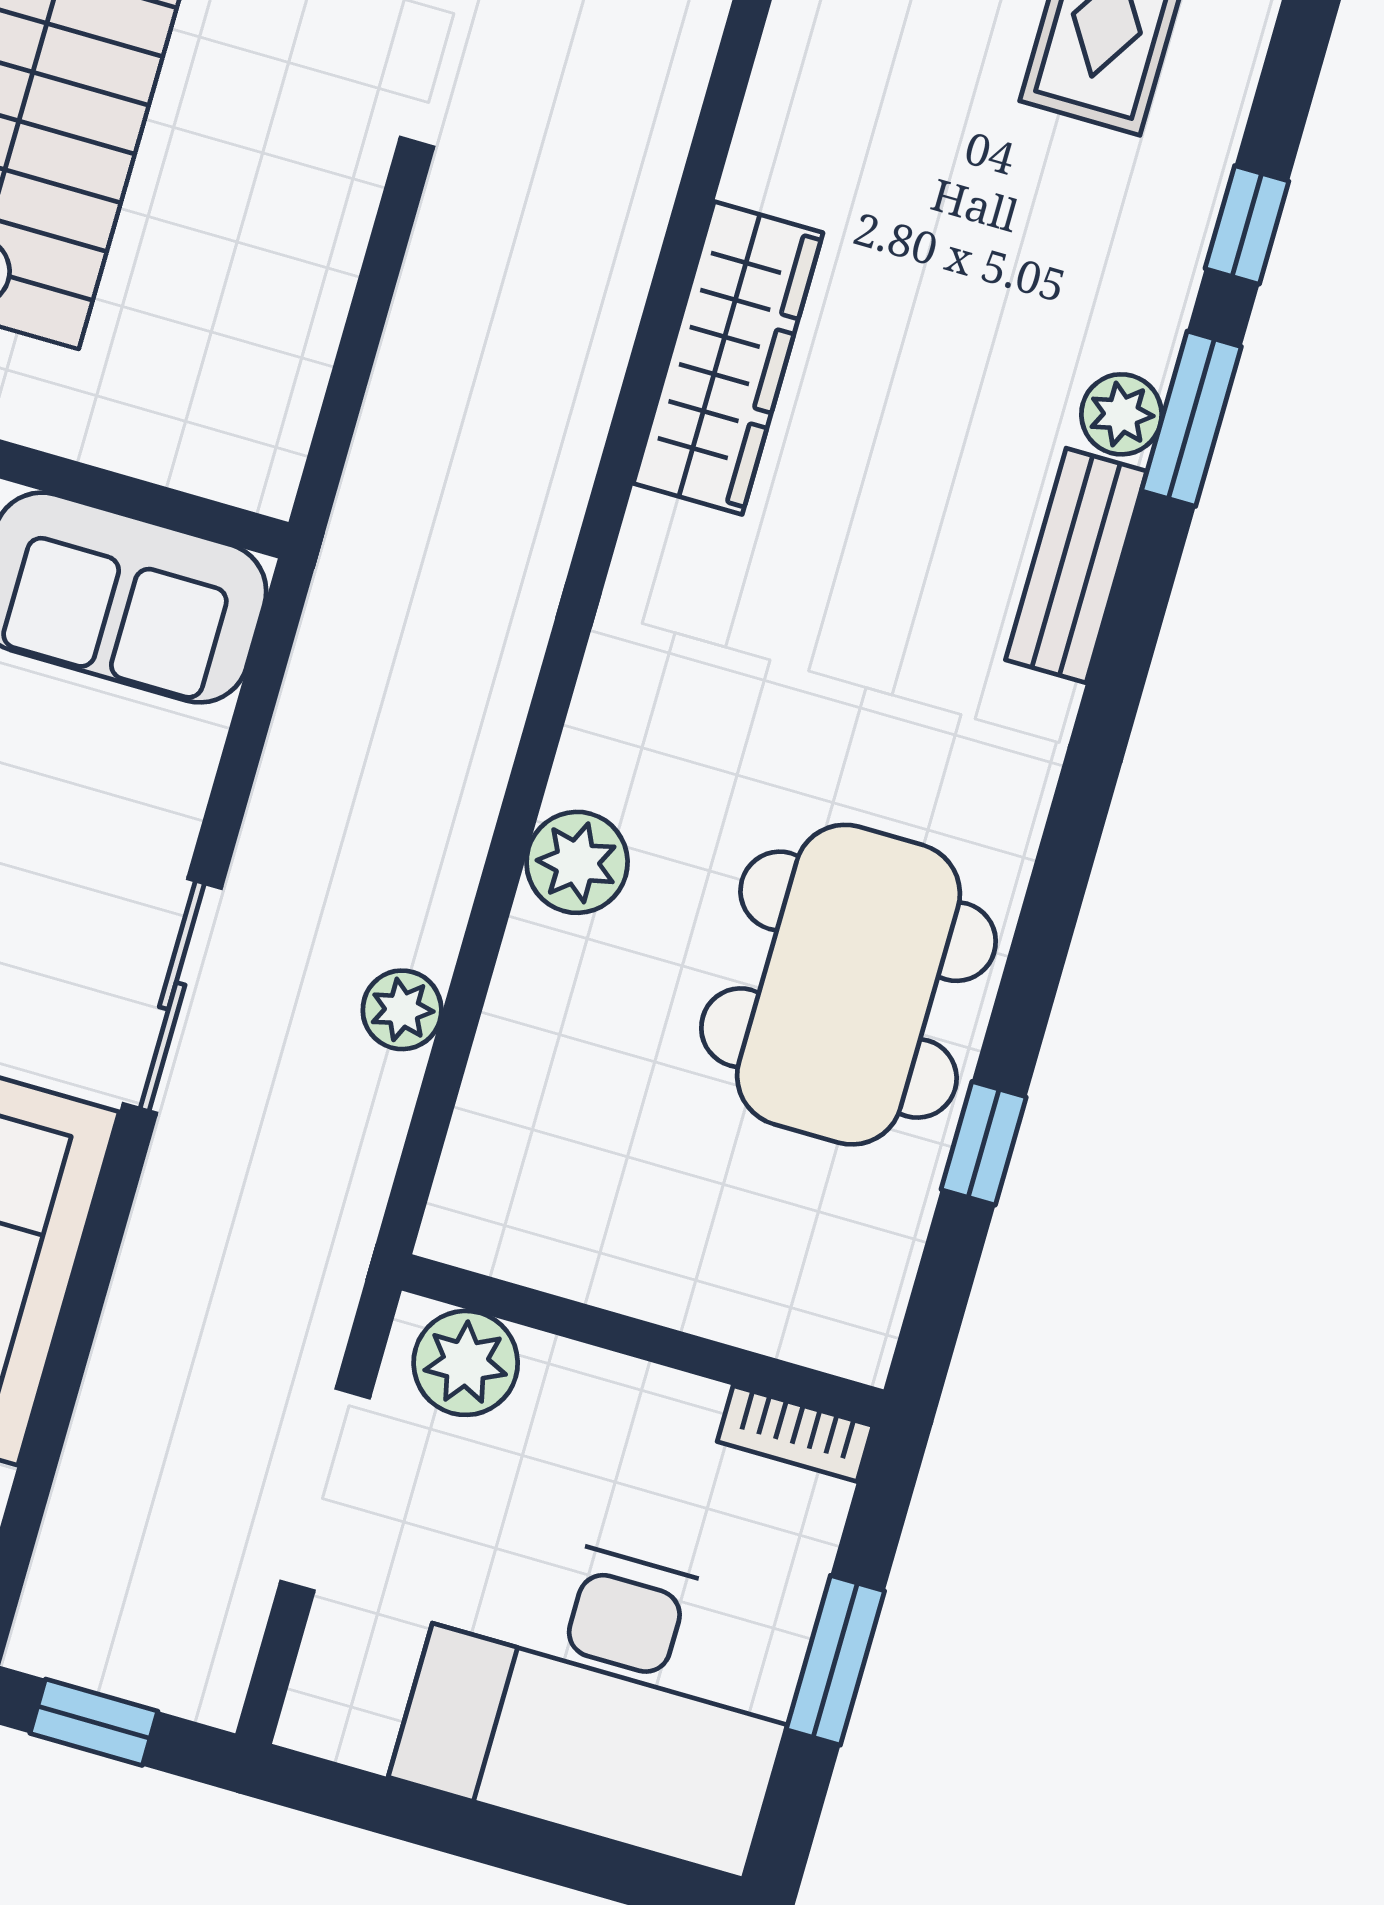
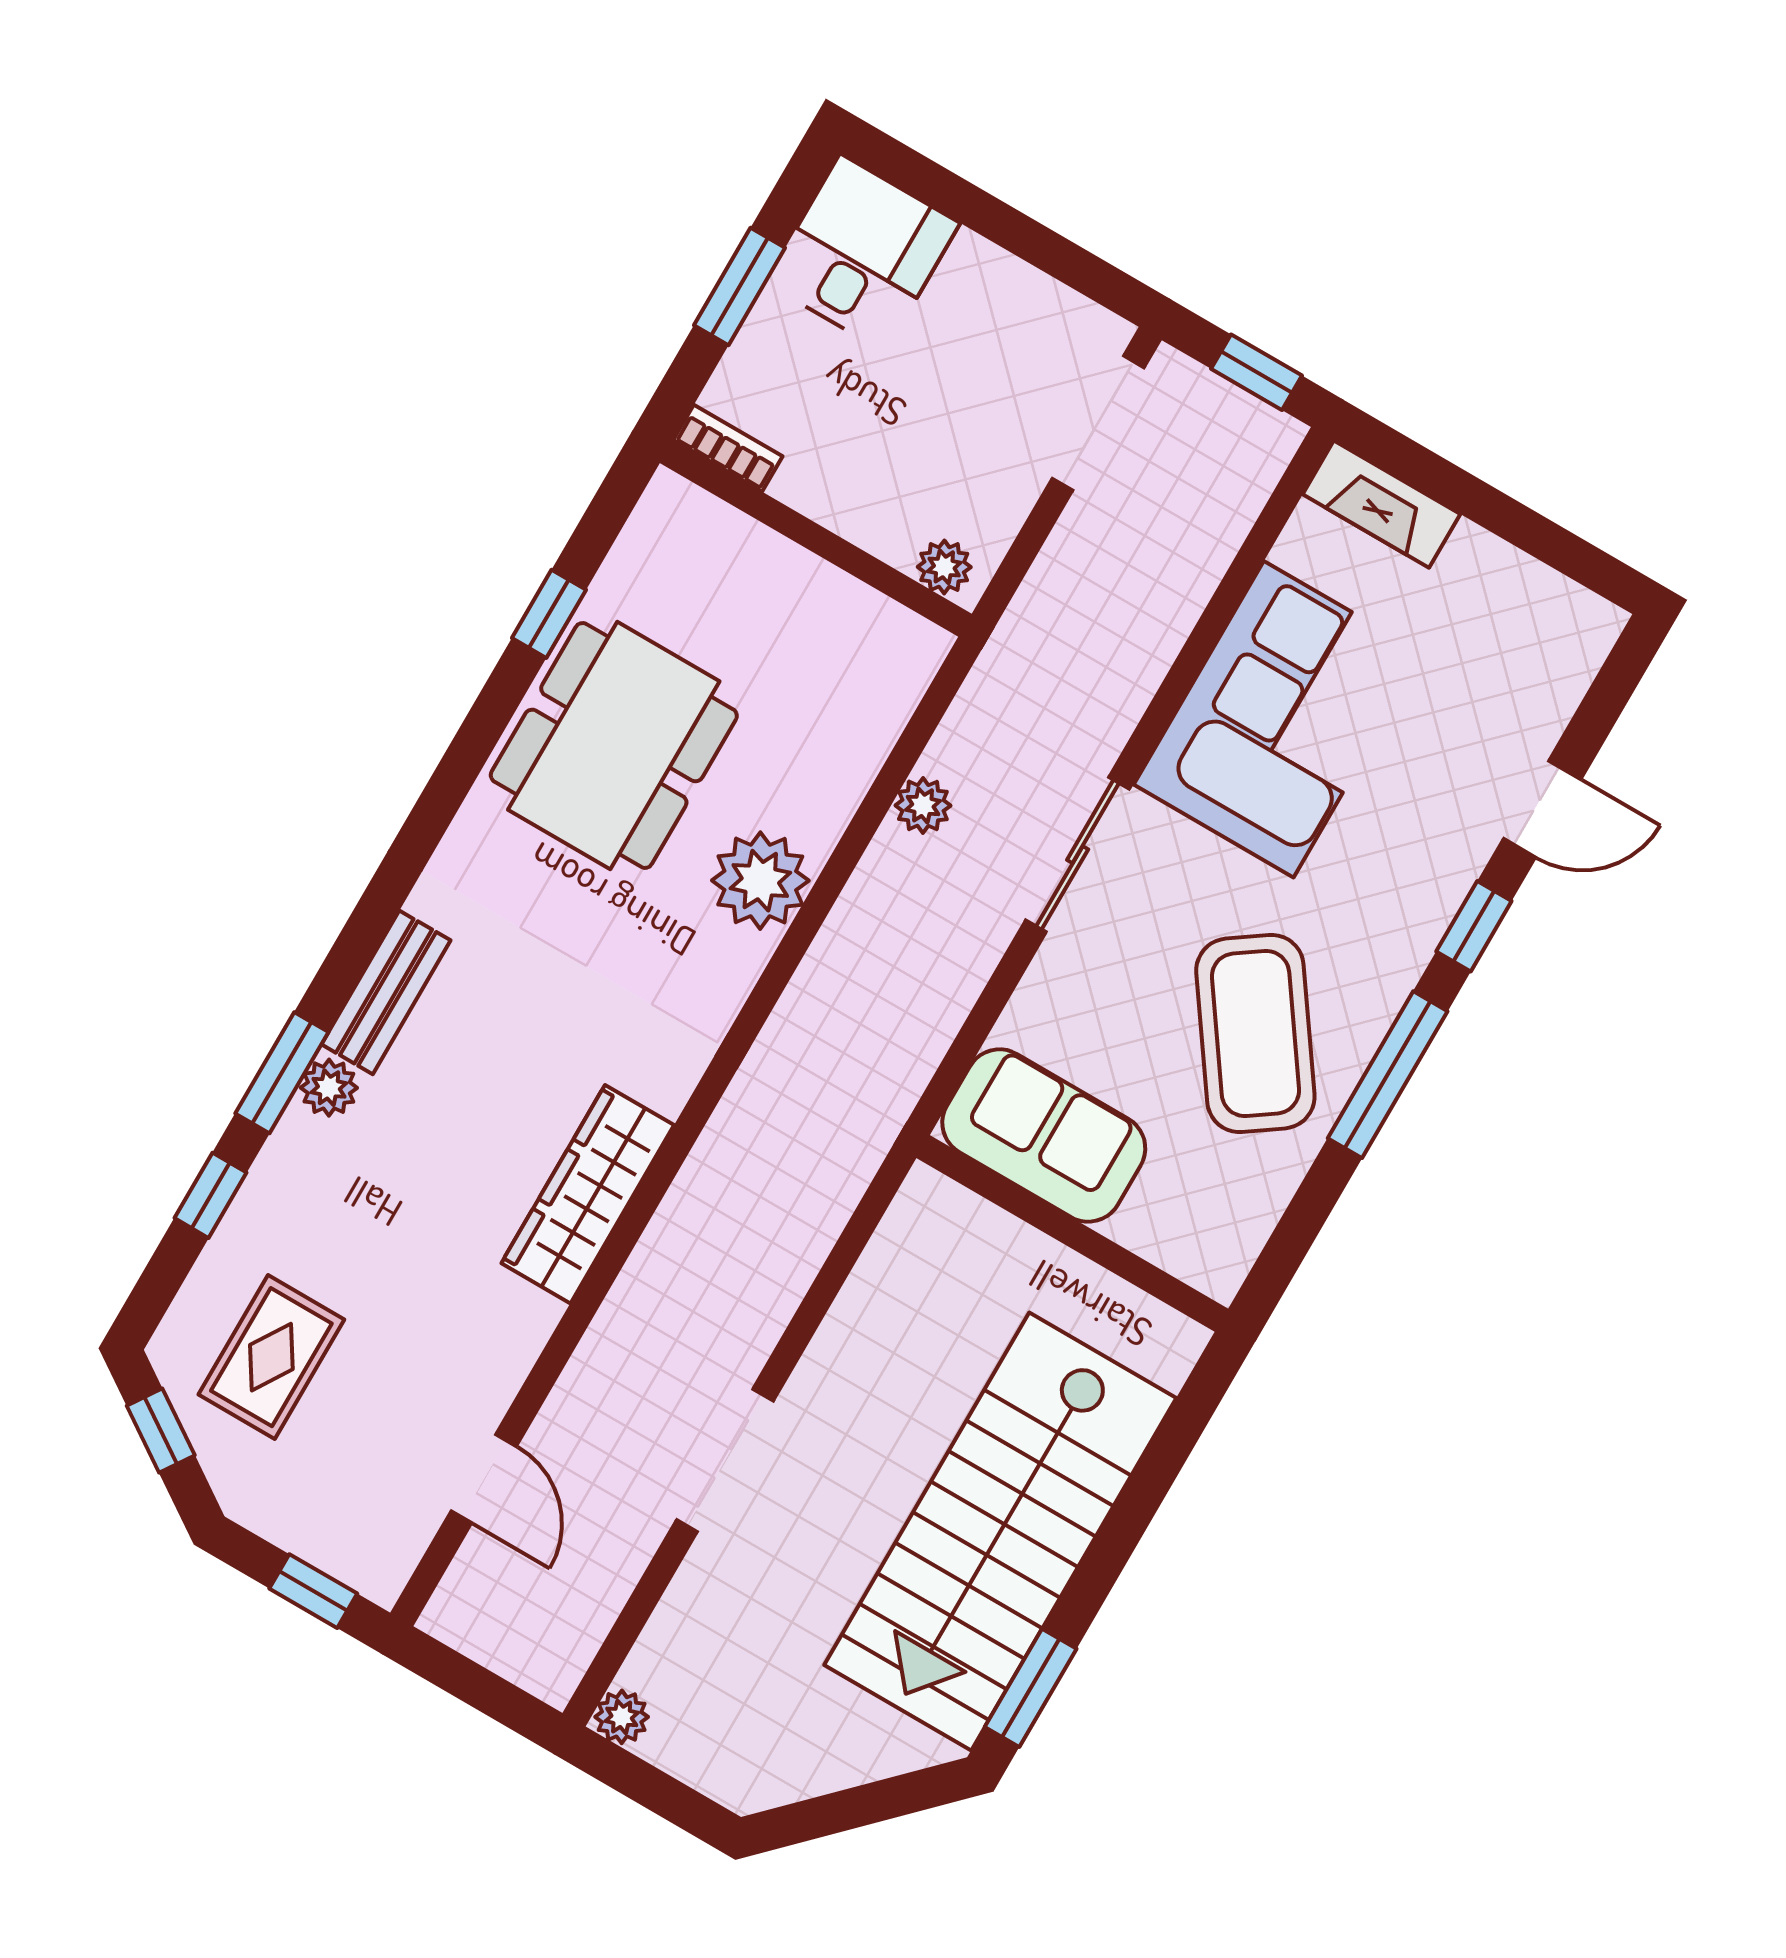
plant: (577, 862) -> (760, 881), width x1.36, depth x1.36
plant: (466, 1363) -> (944, 567), width x0.73, depth x0.73
doorway: (325, 1490) -> (1098, 423), moved
desk: (604, 1695) -> (863, 253), width x0.53, depth x0.77

